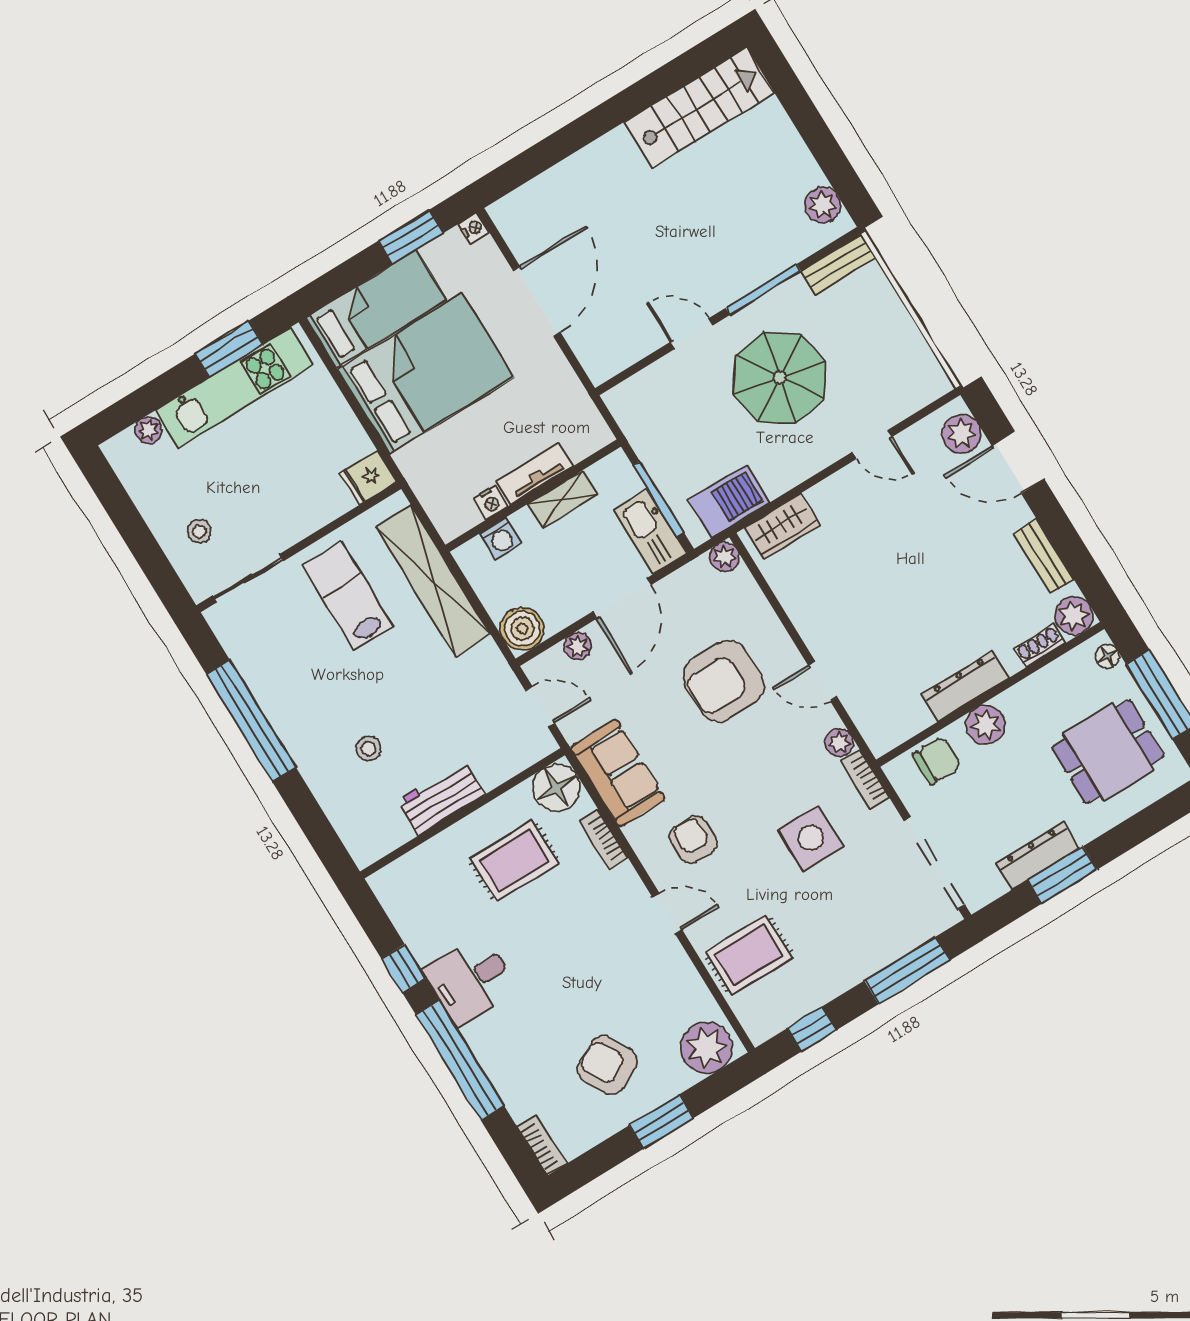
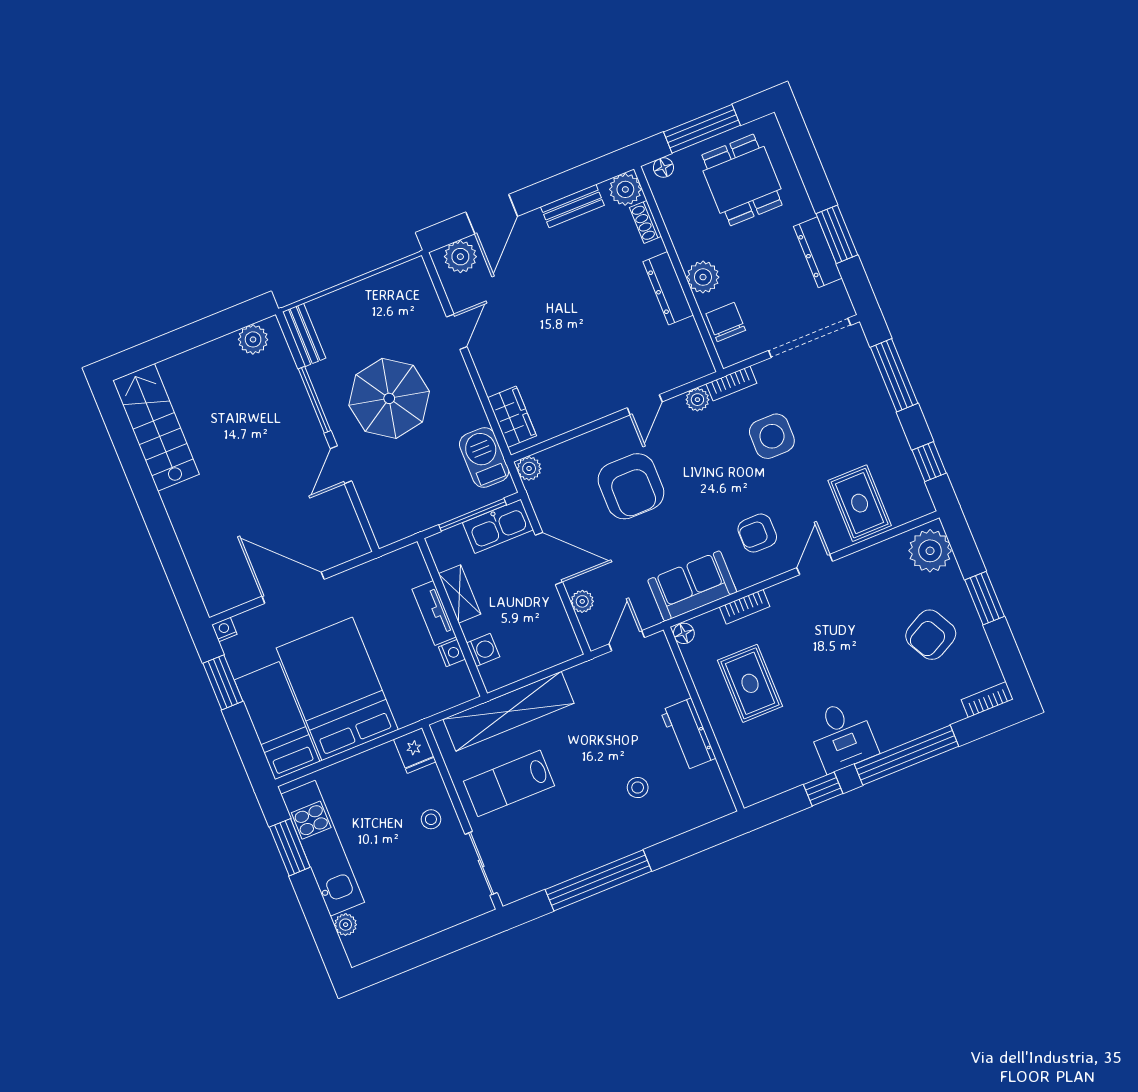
stool: (199, 531) -> (431, 819), moved
boiler: (522, 629) -> (560, 645), removed
floor lamp: (556, 788) -> (684, 633), width x0.53, depth x0.53

